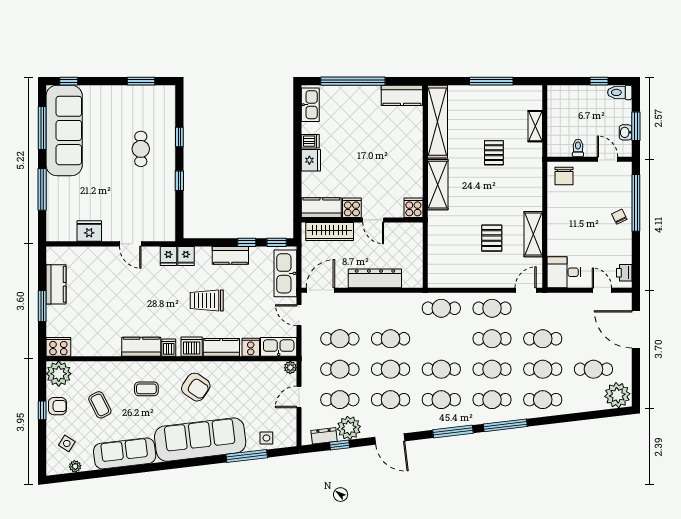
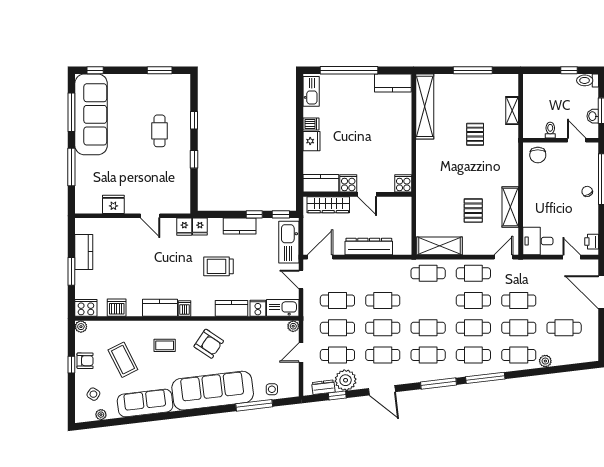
shelving: (438, 185) -> (439, 246), moved, turned 90
dishwasher: (192, 347) -> (117, 308), moved
plant: (59, 374) -> (81, 327), width x0.53, depth x0.53
plant: (617, 395) -> (545, 361), moved, width x0.53, depth x0.53
coffee table: (100, 405) -> (123, 360), width x1.36, depth x1.30

